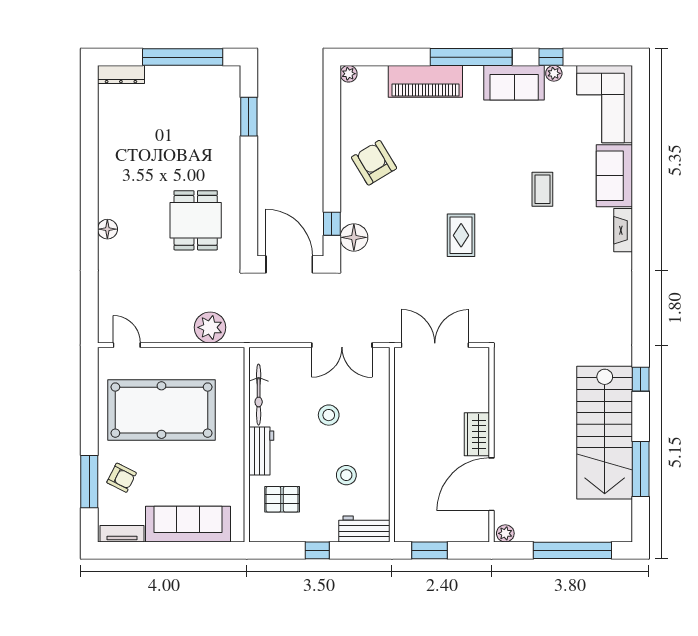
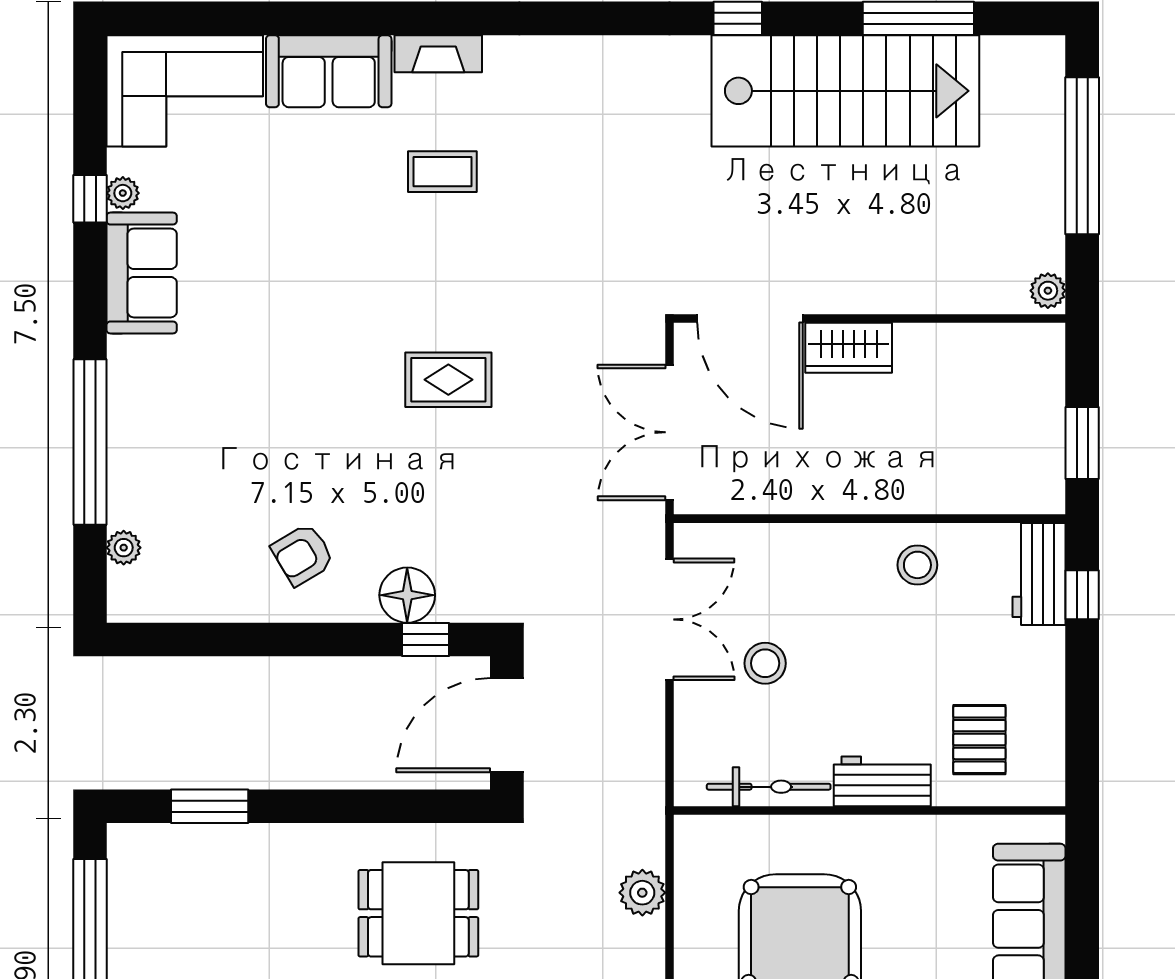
window: (471, 57) -> (90, 442), moved
plant: (349, 74) -> (124, 548), moved
piano: (425, 81) -> (139, 451), removed
armchair: (374, 163) -> (303, 555), width x0.72, depth x0.72
coffee table: (542, 189) -> (442, 172), moved
floor lamp: (354, 237) -> (407, 595), moved
plant: (210, 327) -> (642, 893), width x0.73, depth x0.73
stool: (329, 415) -> (765, 663), moved
stool: (346, 475) -> (917, 565), moved
door: (491, 484) -> (750, 319), moved
window: (317, 550) -> (1082, 595), moved

